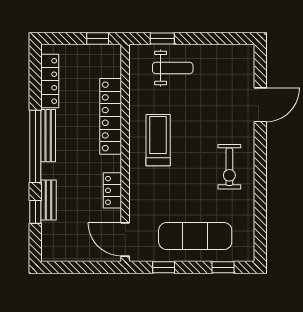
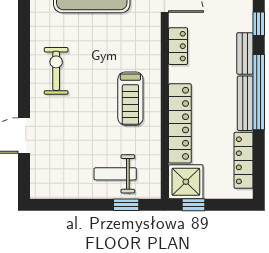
shower: (105, 60) -> (186, 182), added
bench: (48, 200) -> (245, 53), moved

